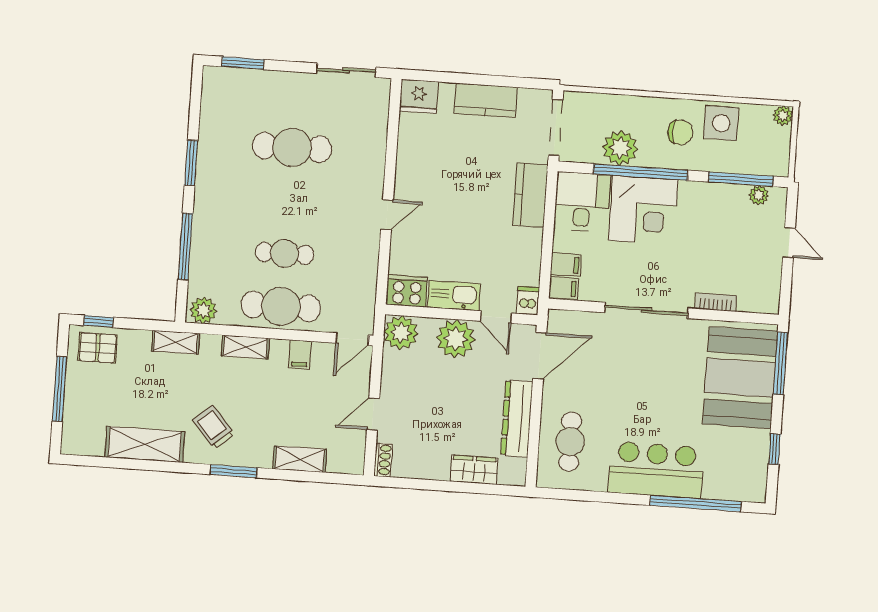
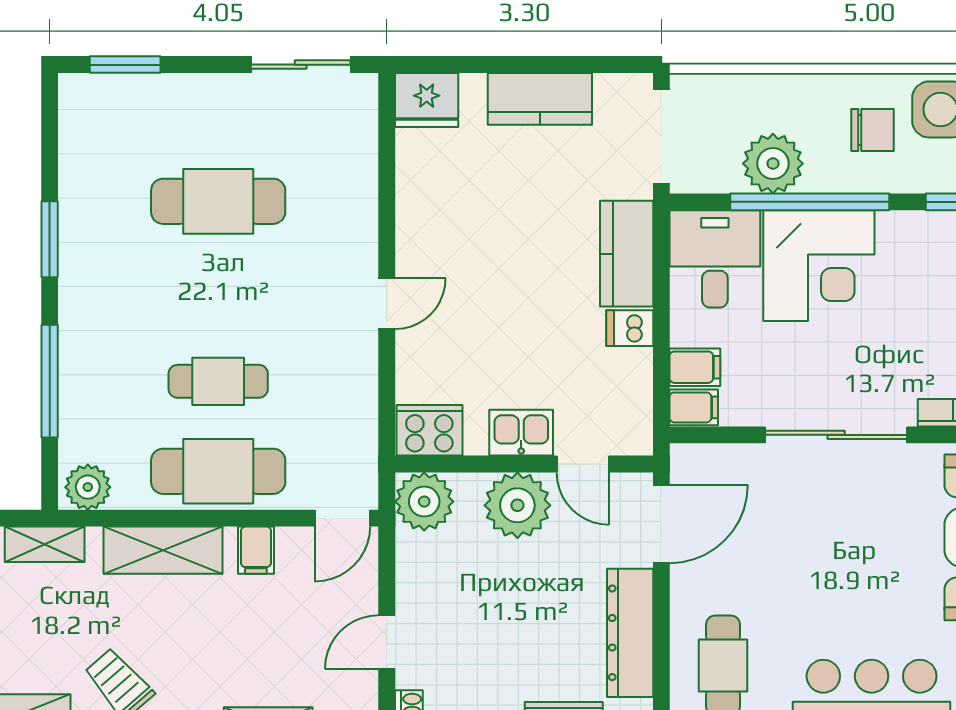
kitchen sink: (454, 296) -> (521, 433), width x0.73
dishwasher: (528, 301) -> (630, 328), moved, turned -90
shelving: (245, 347) -> (163, 550), width x1.50, depth x1.33

